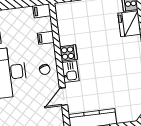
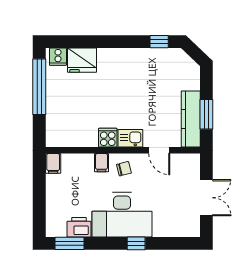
filing cabinet: (46, 38) -> (101, 163), moved

